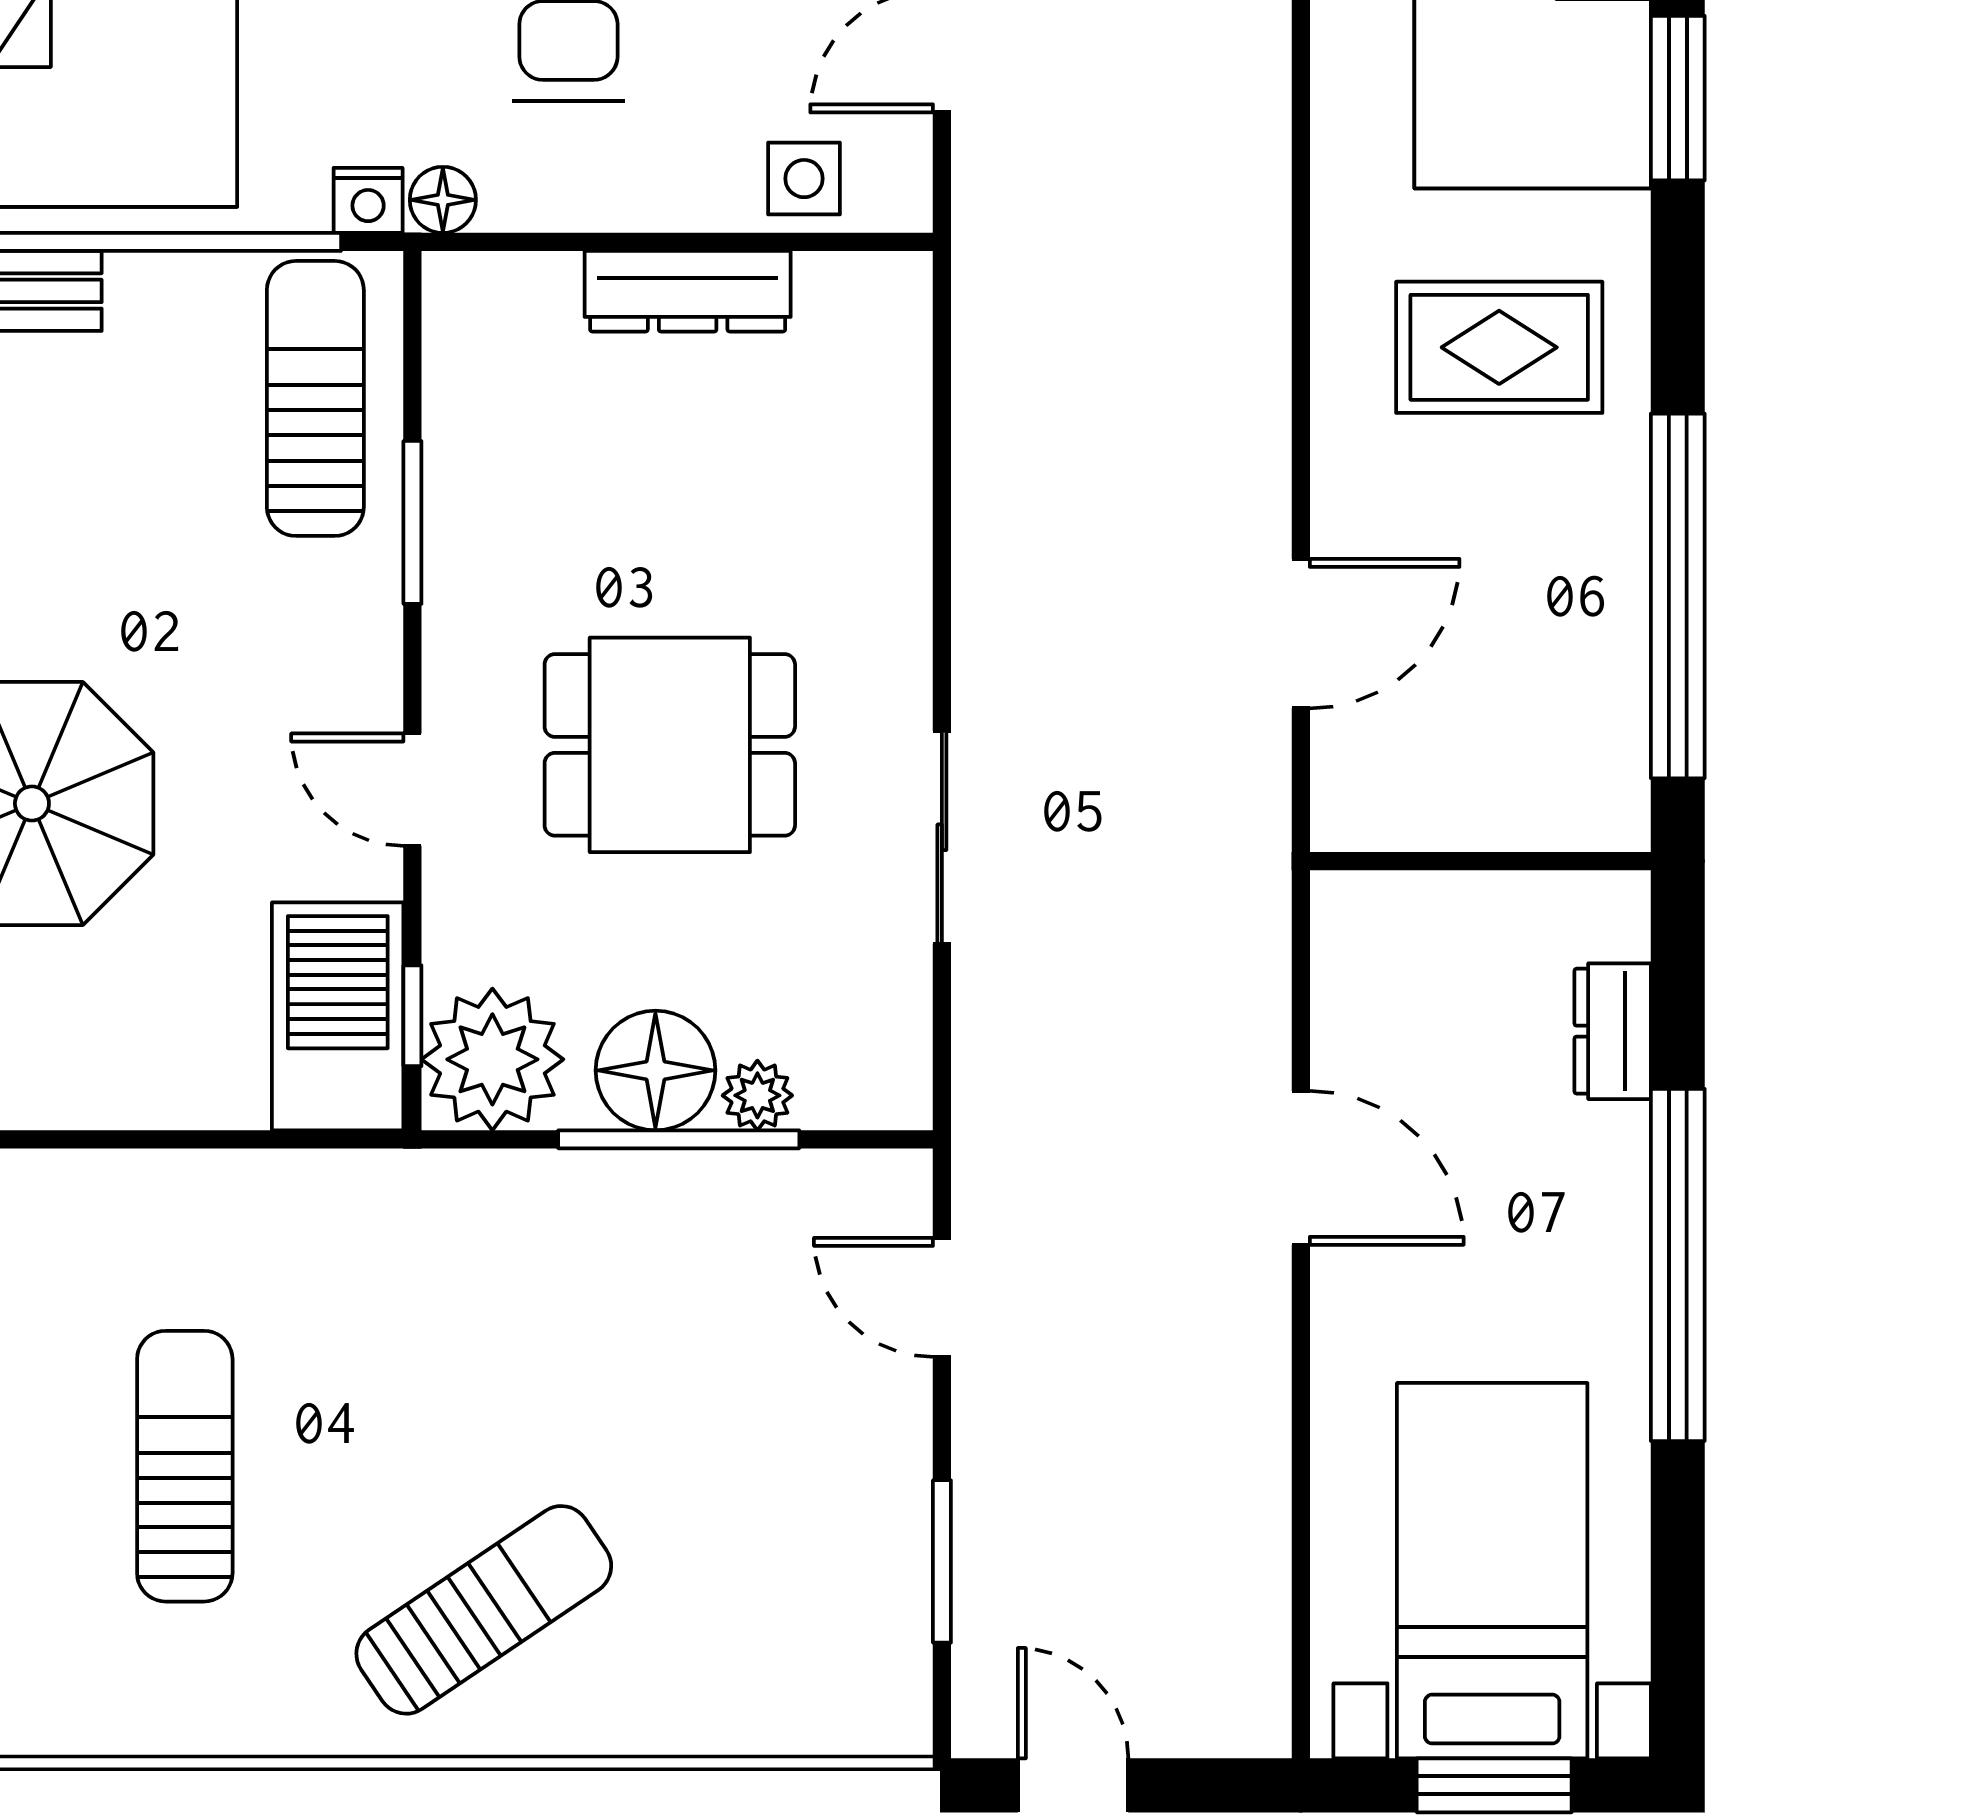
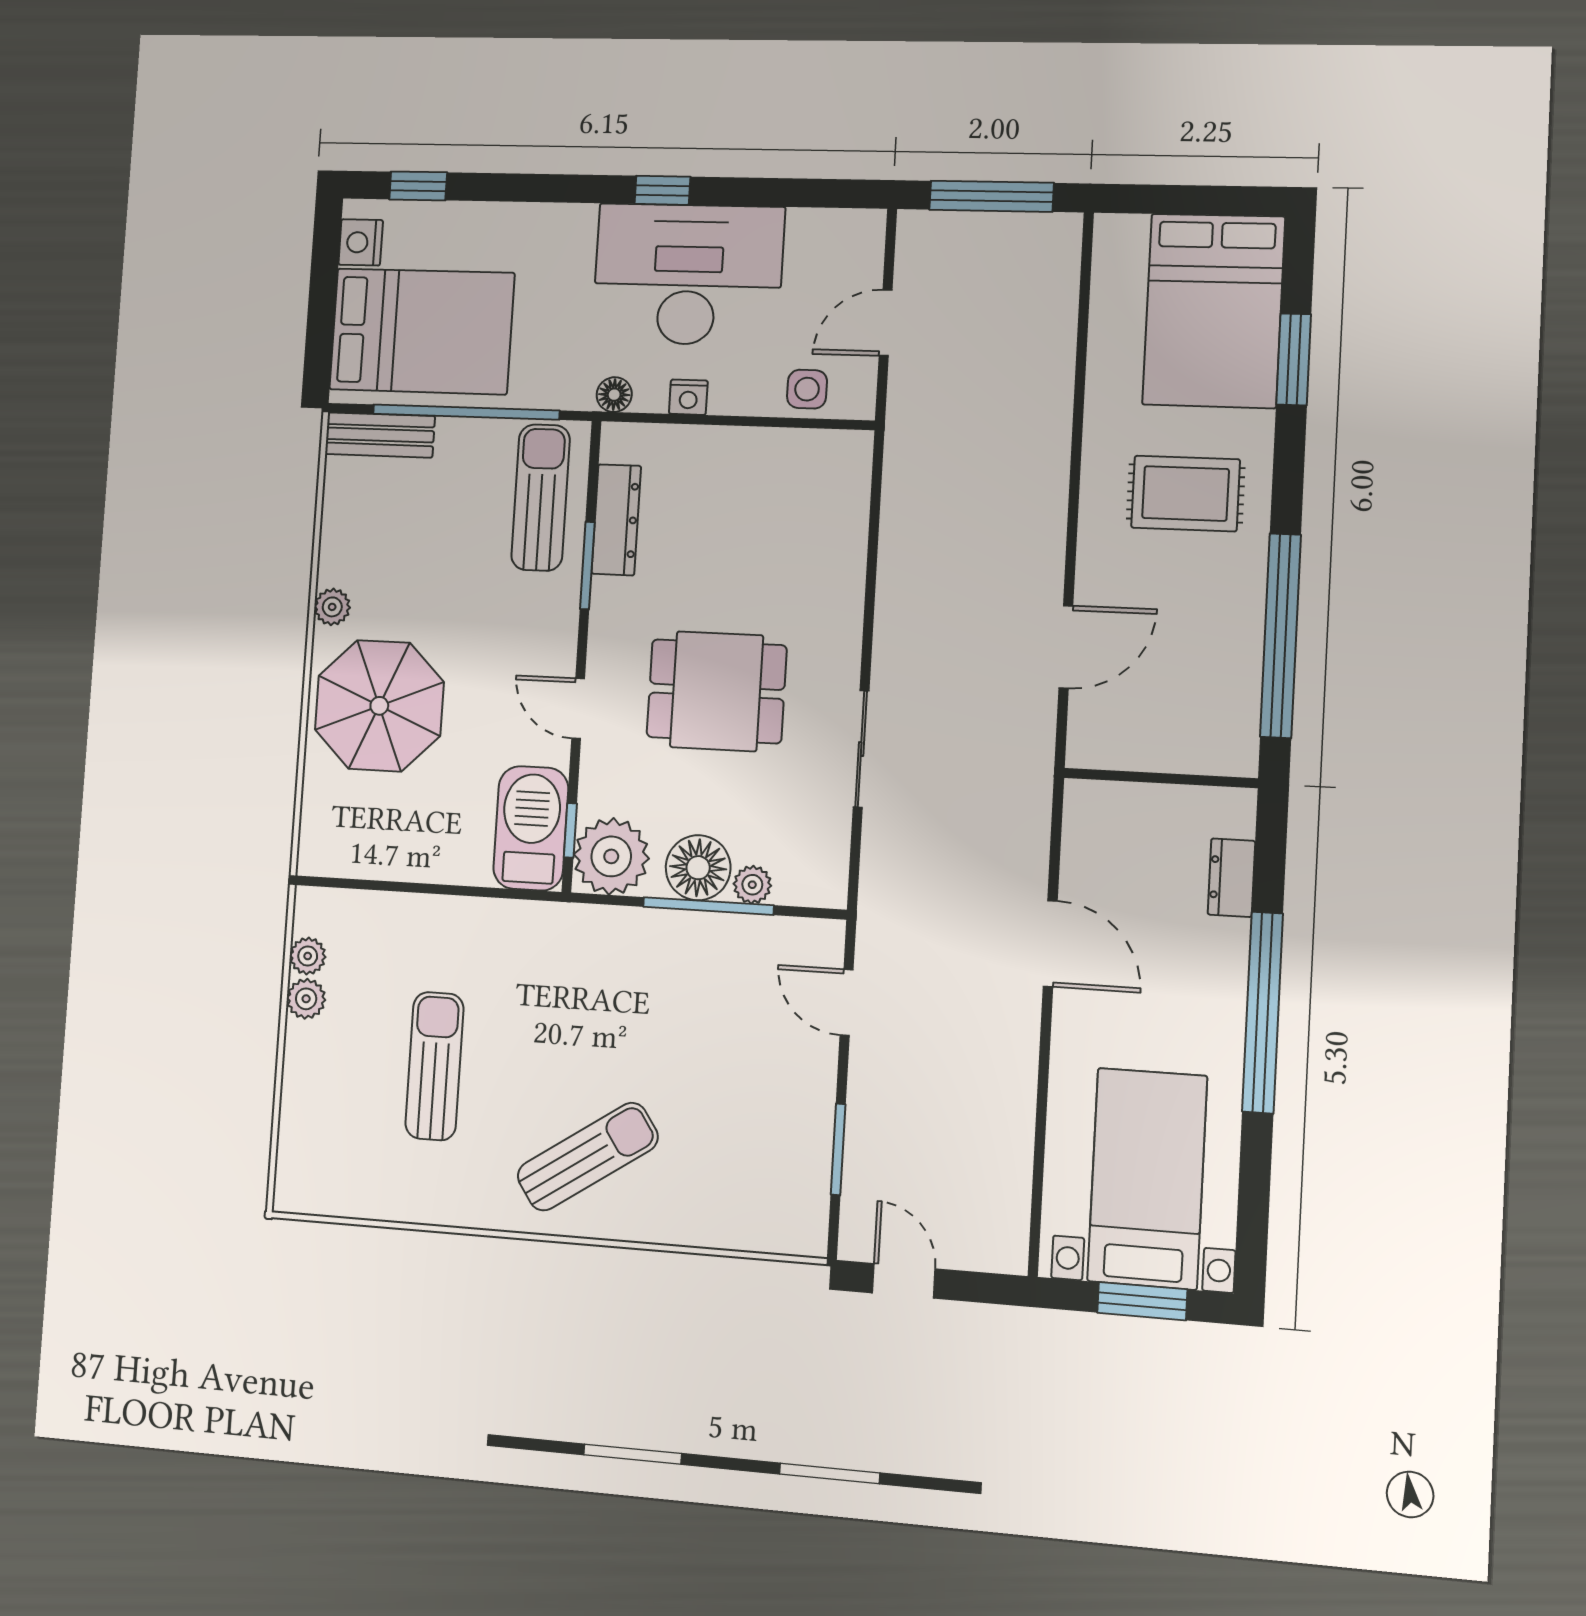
nightstand: (368, 200) -> (688, 397), moved
dresser: (688, 291) -> (616, 520), moved, turned -90

